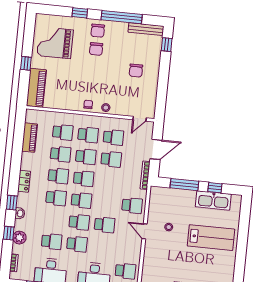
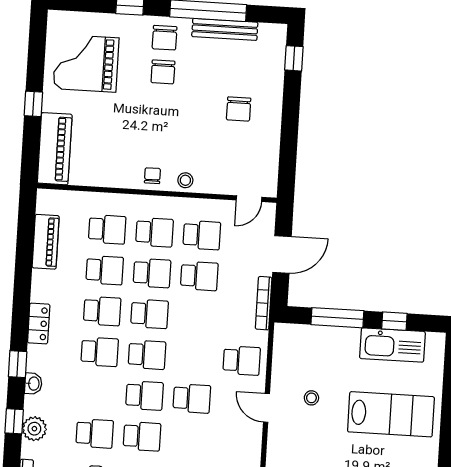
bench: (146, 29) -> (225, 29), moved

